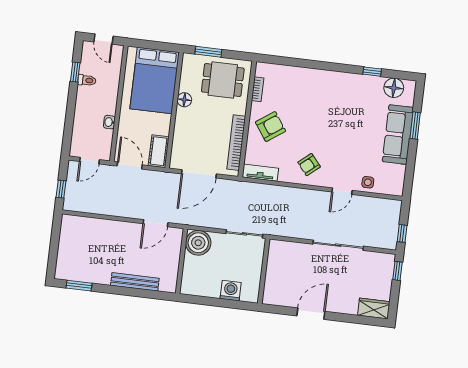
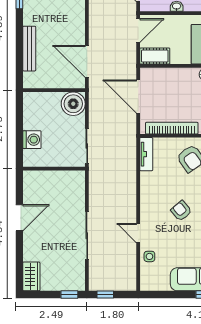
armchair: (309, 165) -> (181, 211), moved
door: (156, 223) -> (87, 61), width x1.36
door: (311, 314) -> (19, 218), hinge flipped

